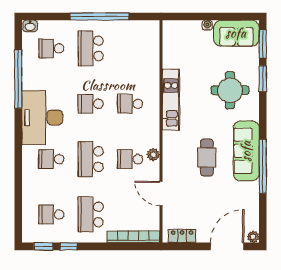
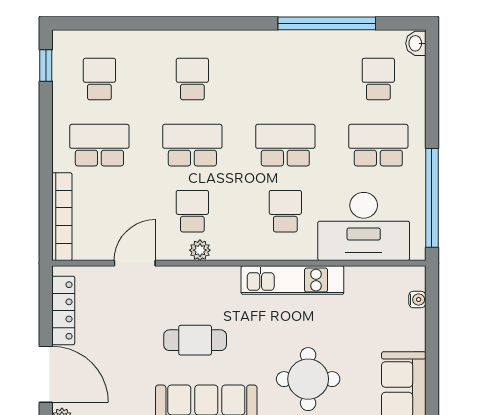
window: (100, 17) -> (432, 198), moved
water cooler: (207, 25) -> (417, 299), moved
school desk: (91, 104) -> (285, 145), width x1.85
desk: (42, 117) -> (364, 226), moved, turned 180
locker: (182, 236) -> (63, 310), width x1.53
window: (68, 246) -> (46, 108), removed

